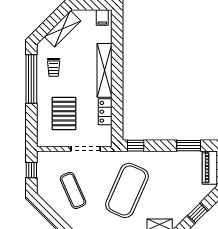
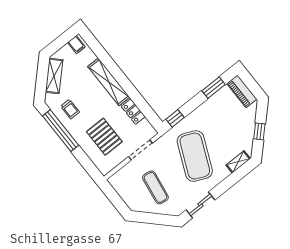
window: (31, 170) -> (113, 197), removed
exercise mat: (73, 190) -> (155, 187), turned 33

